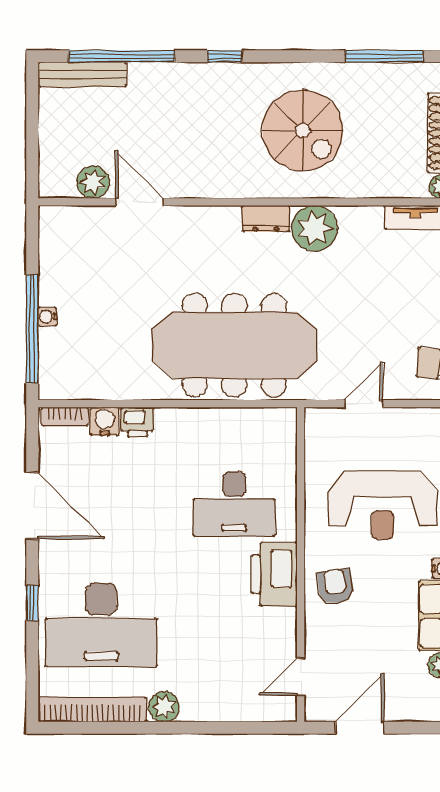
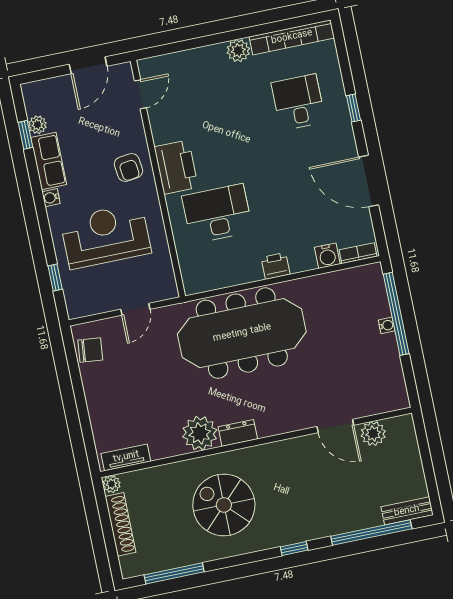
bench: (82, 74) -> (407, 511), width x0.73
printer: (138, 422) -> (275, 266), moved
desk: (101, 625) -> (298, 102), width x0.53, depth x0.77

